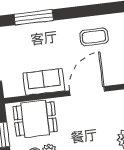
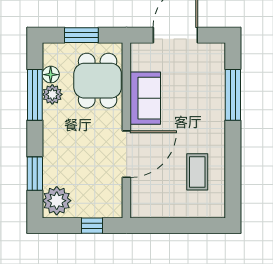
door: (87, 91) -> (126, 154), hinge flipped

